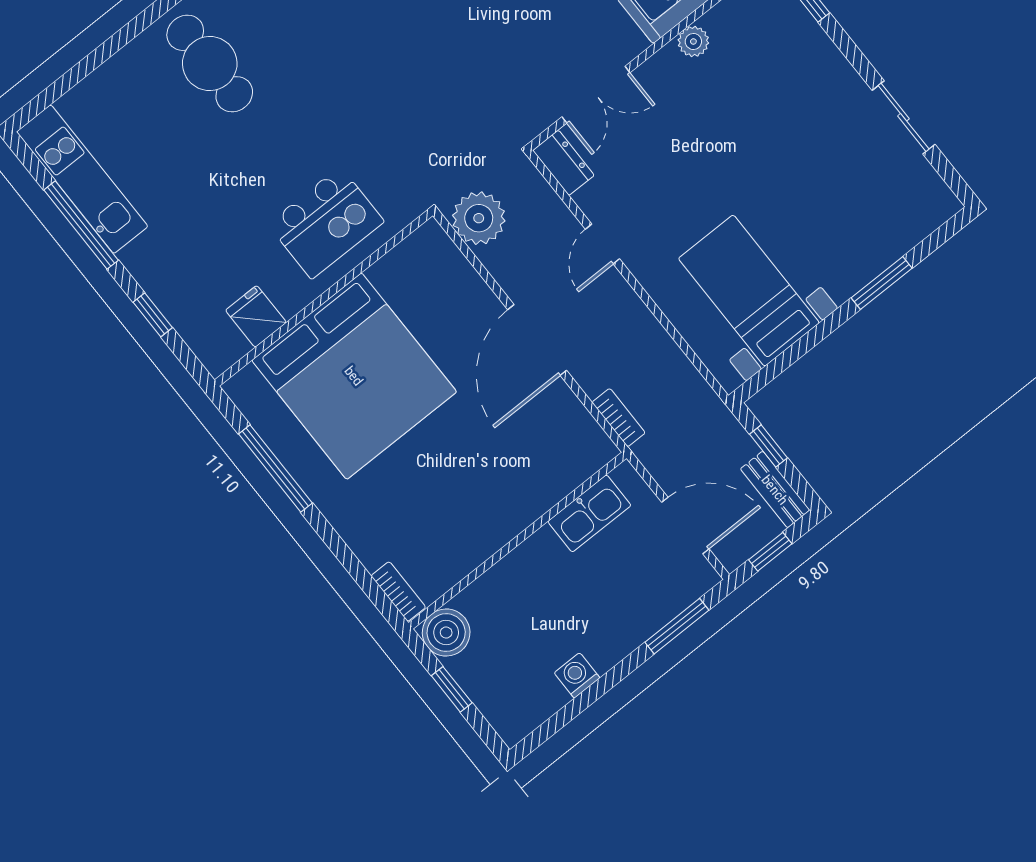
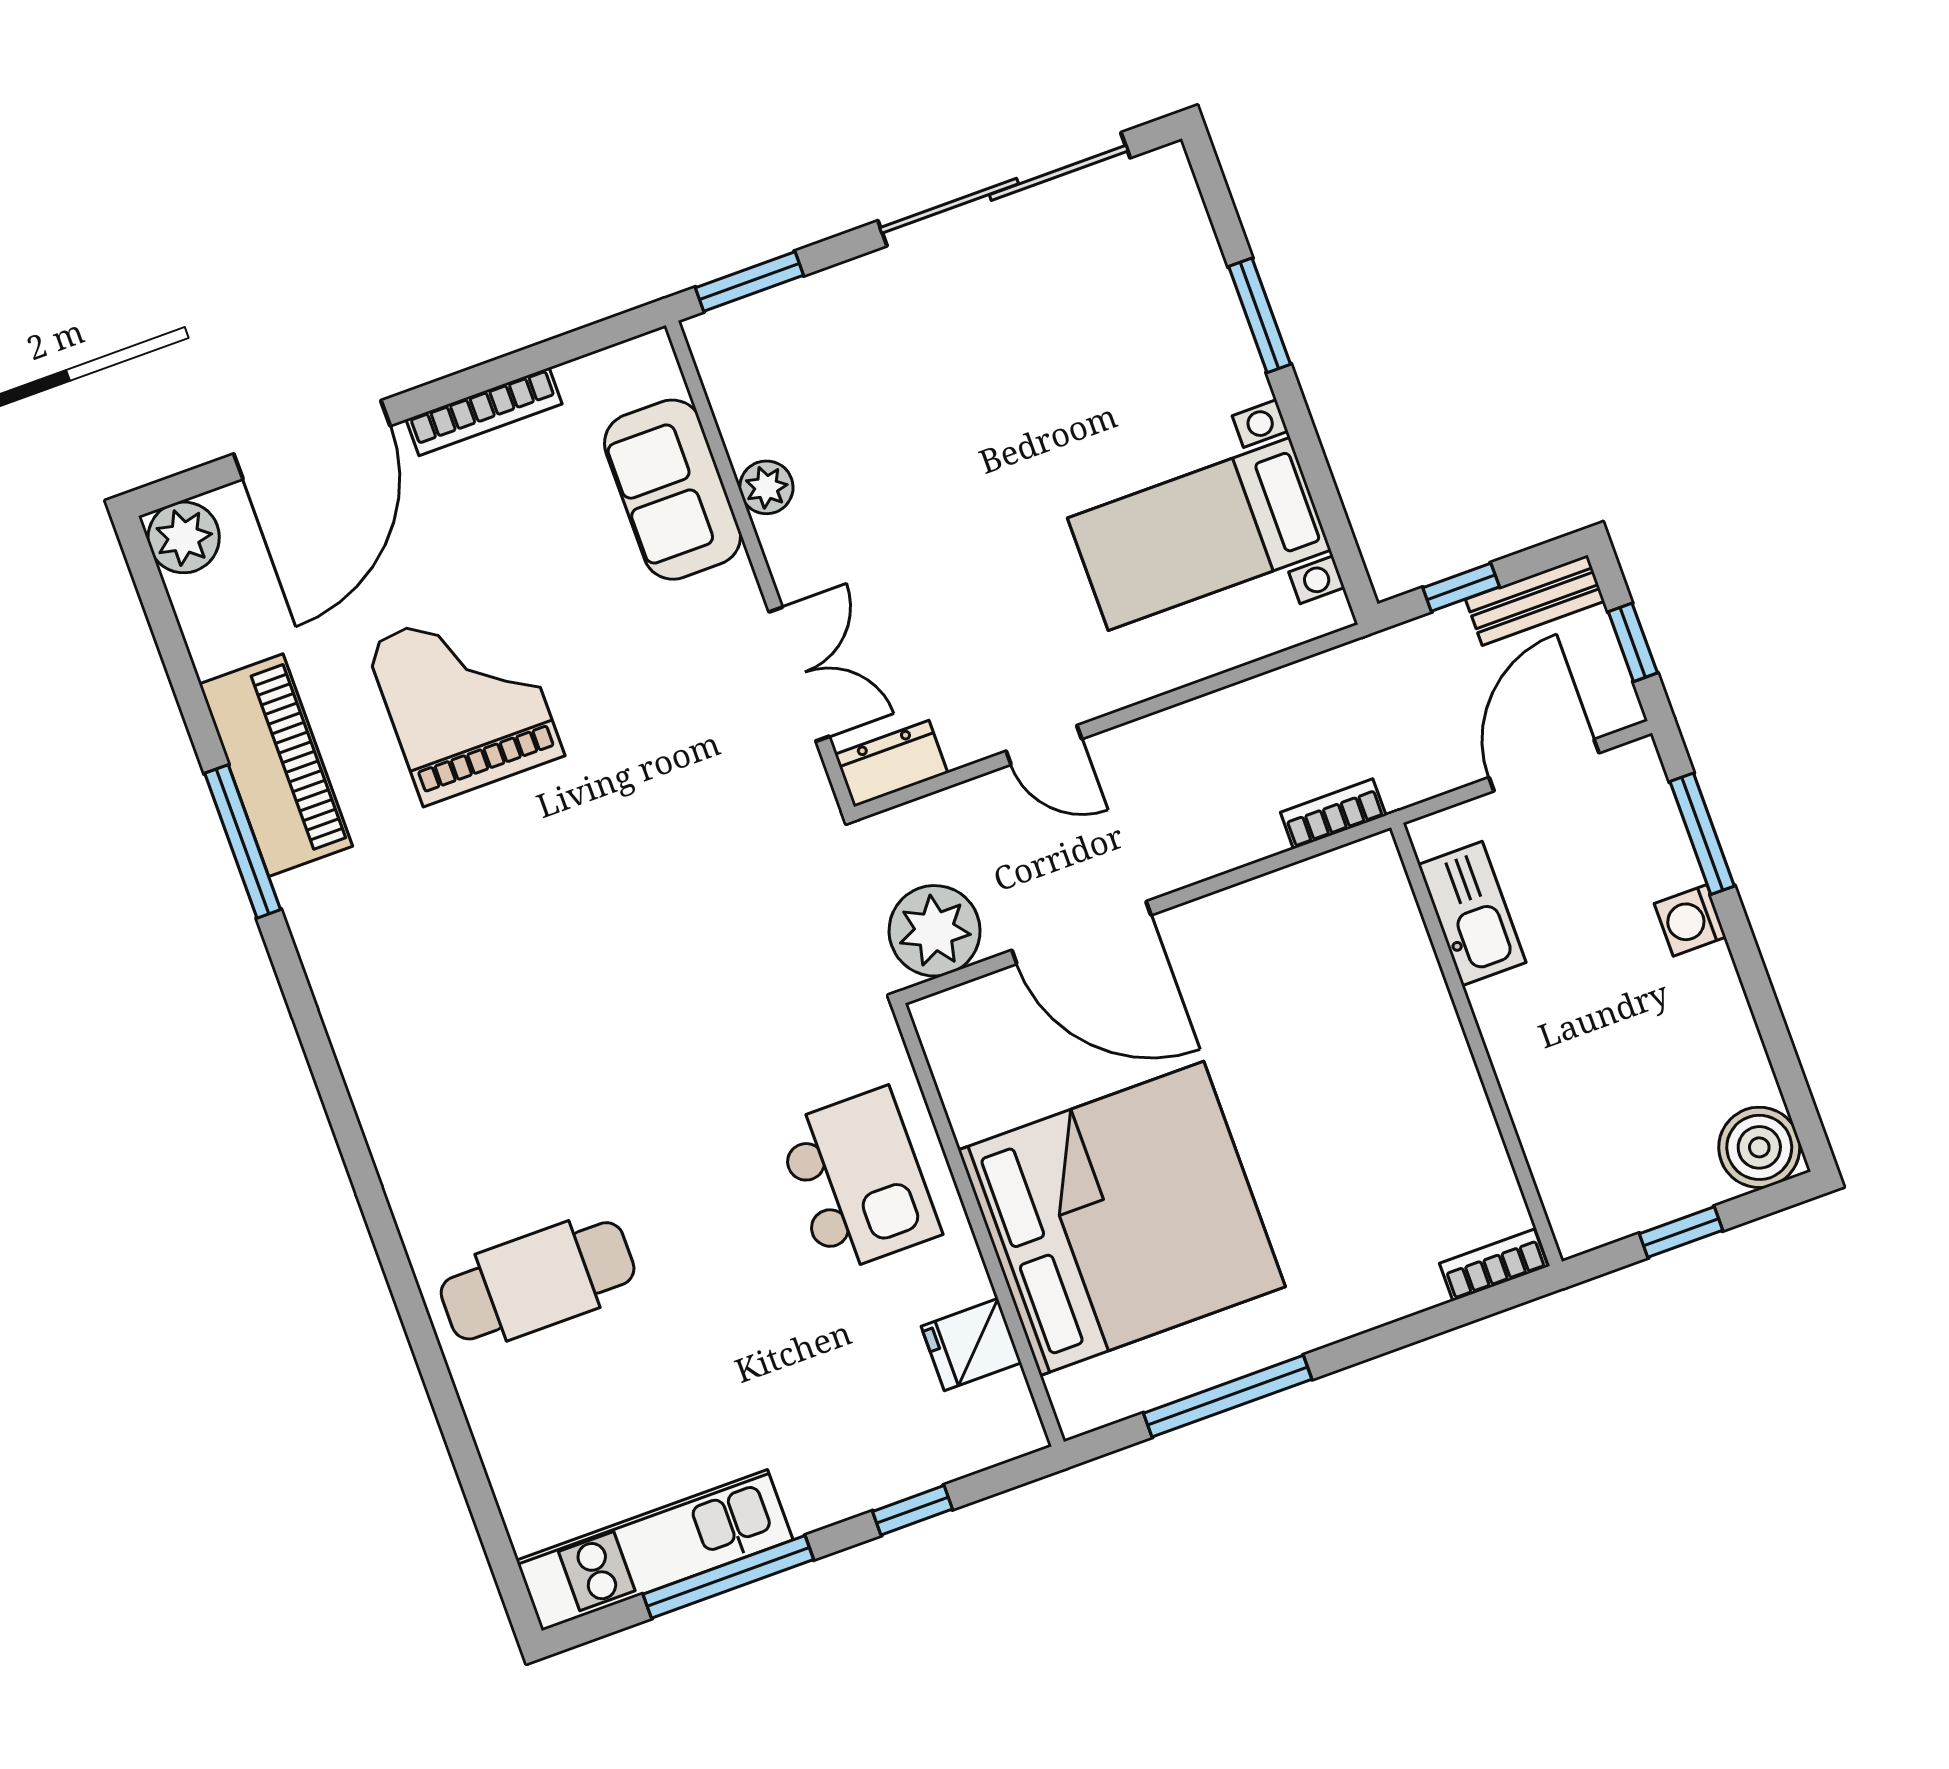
sliding door: (904, 117) -> (1004, 189), width x1.86
door: (537, 340) -> (1081, 933), moved
boiler: (446, 633) -> (1759, 1147), moved
washing machine: (577, 675) -> (1690, 920), moved

